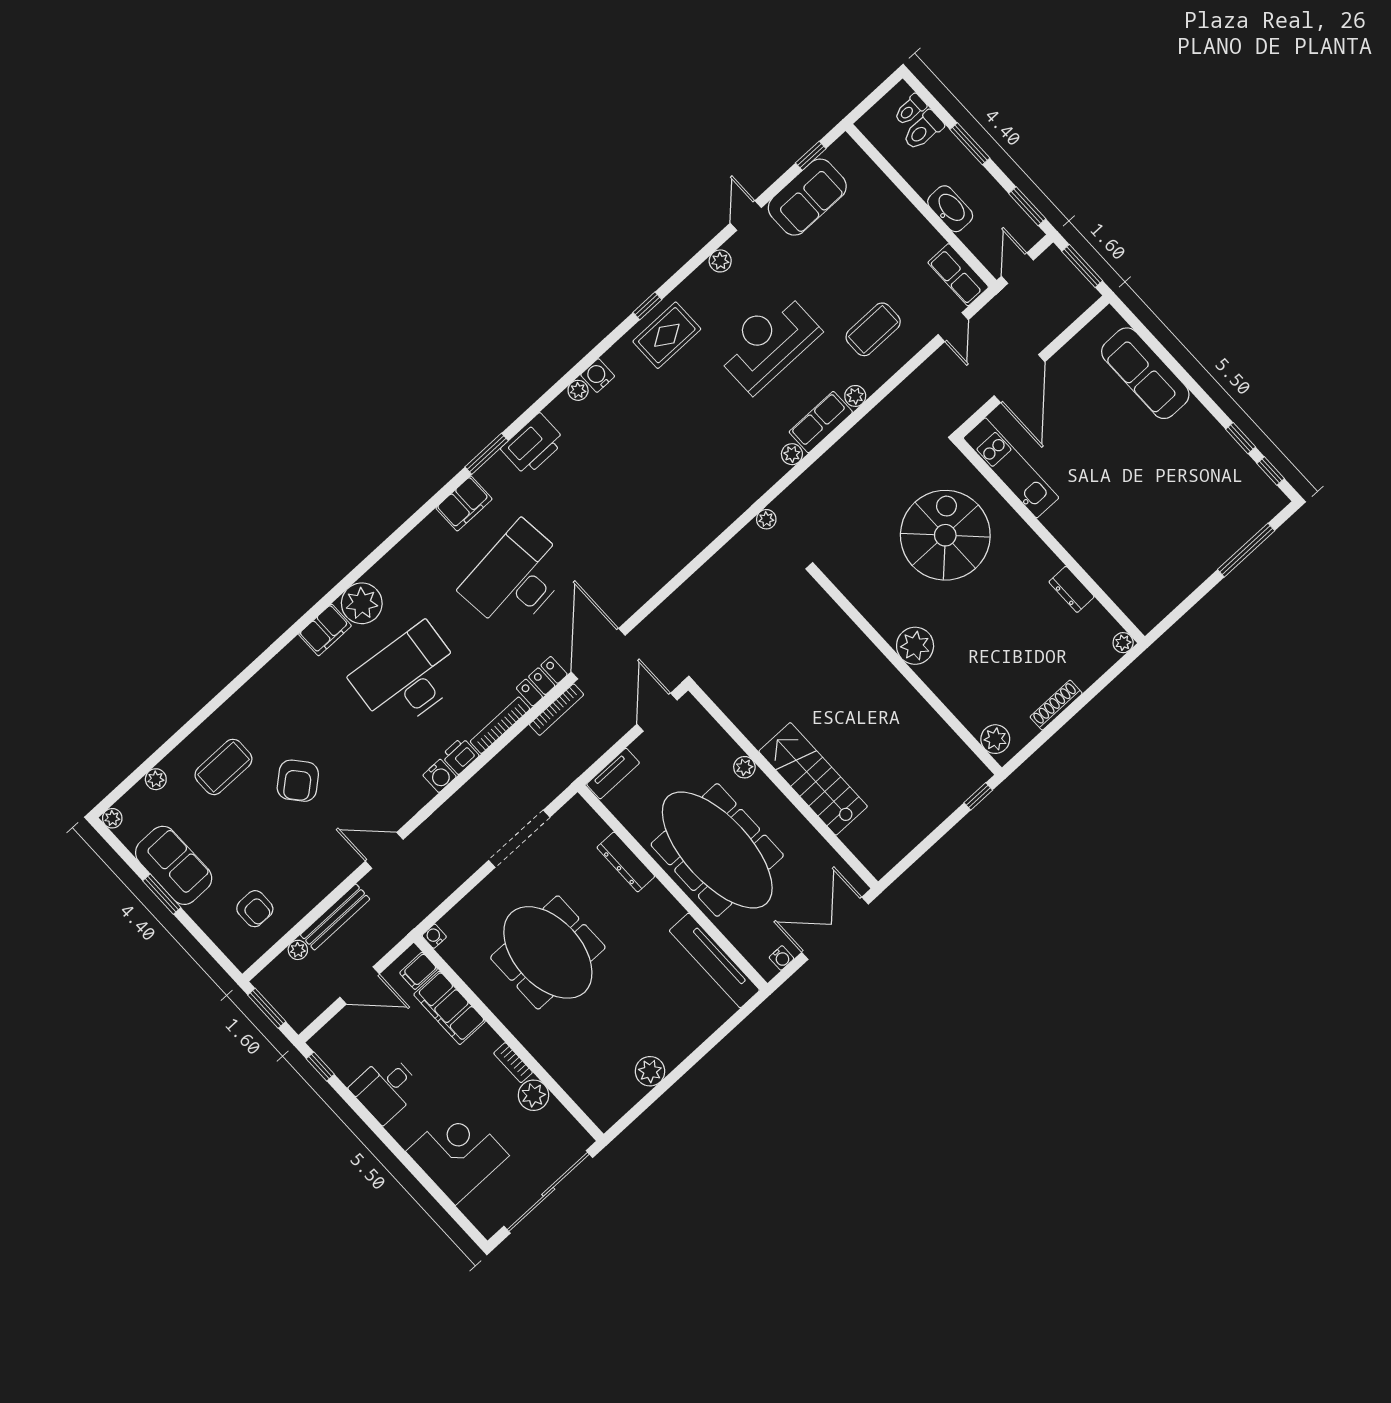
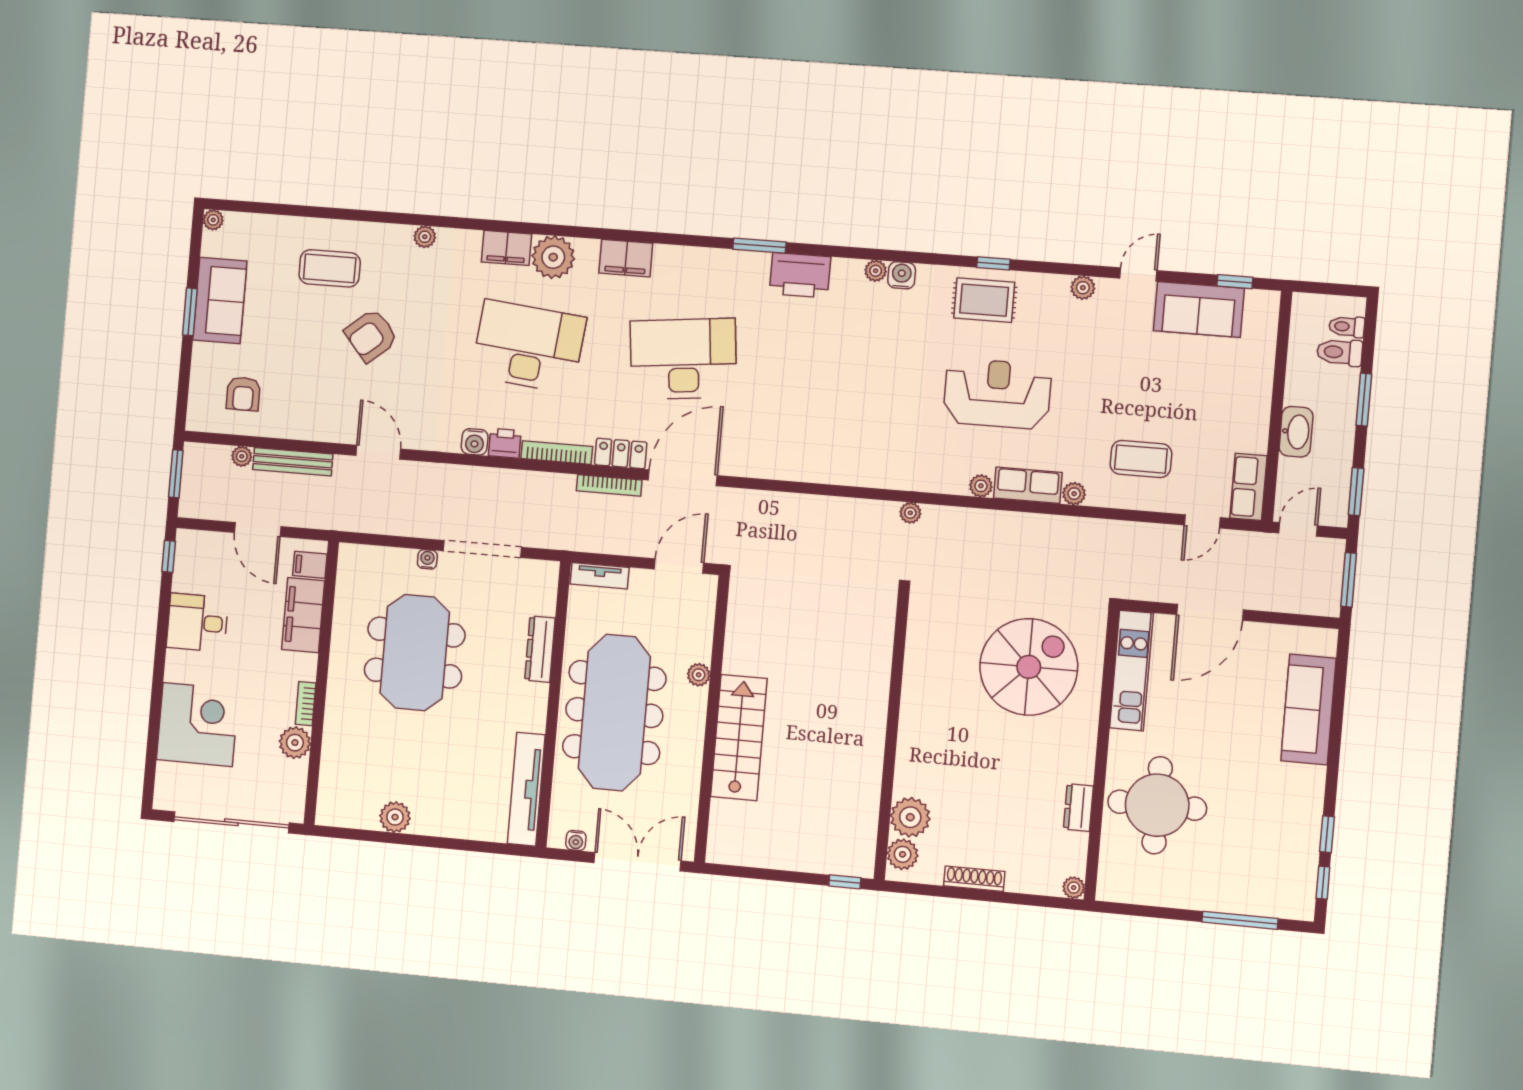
reception desk: (768, 342) -> (997, 394), moved
filing cabinet: (464, 503) -> (626, 258), moved
round table: (1118, 534) -> (1157, 805), added
plant: (915, 646) -> (910, 817), moved
plant: (156, 779) -> (425, 237), moved
water cooler: (434, 936) -> (427, 559), moved

